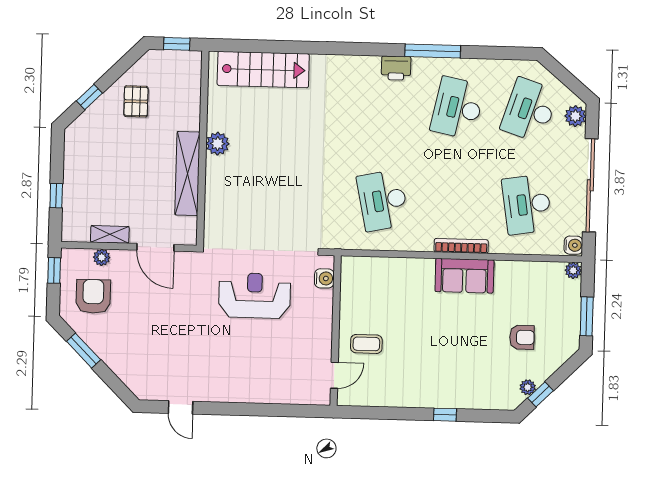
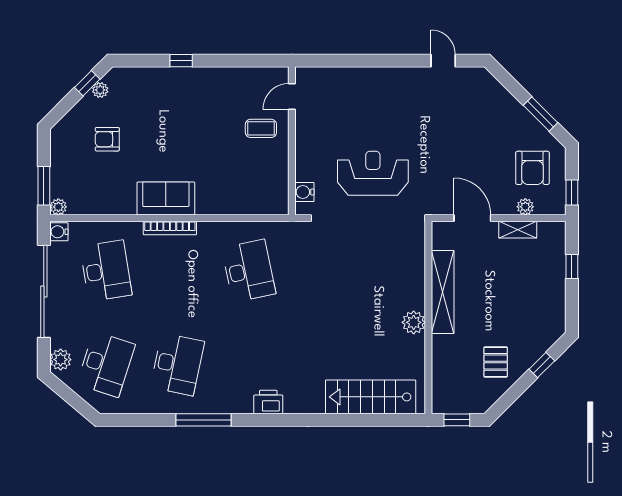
printer: (396, 68) -> (268, 402), moved
reception desk: (255, 296) -> (373, 173), turned 180
window: (587, 316) -> (44, 186), moved

